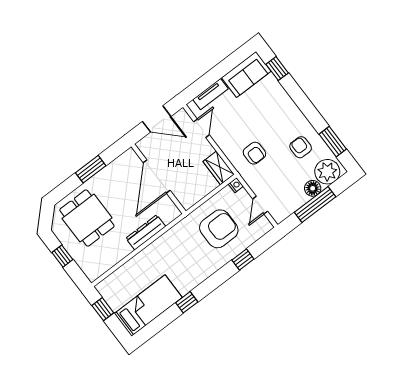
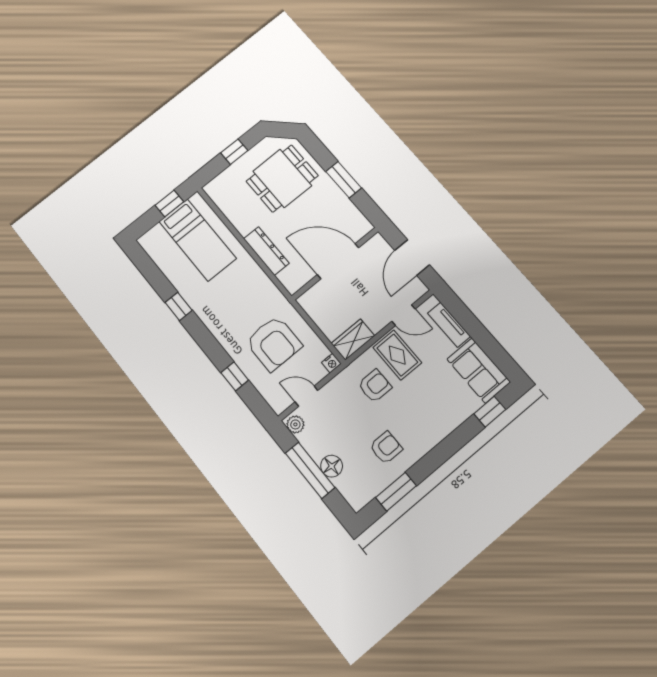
rug: (232, 135) -> (397, 355), added
armchair: (254, 153) -> (375, 386), turned 180
plant: (327, 172) -> (295, 424), moved, width x0.53, depth x0.53
bed: (148, 306) -> (198, 240), moved

